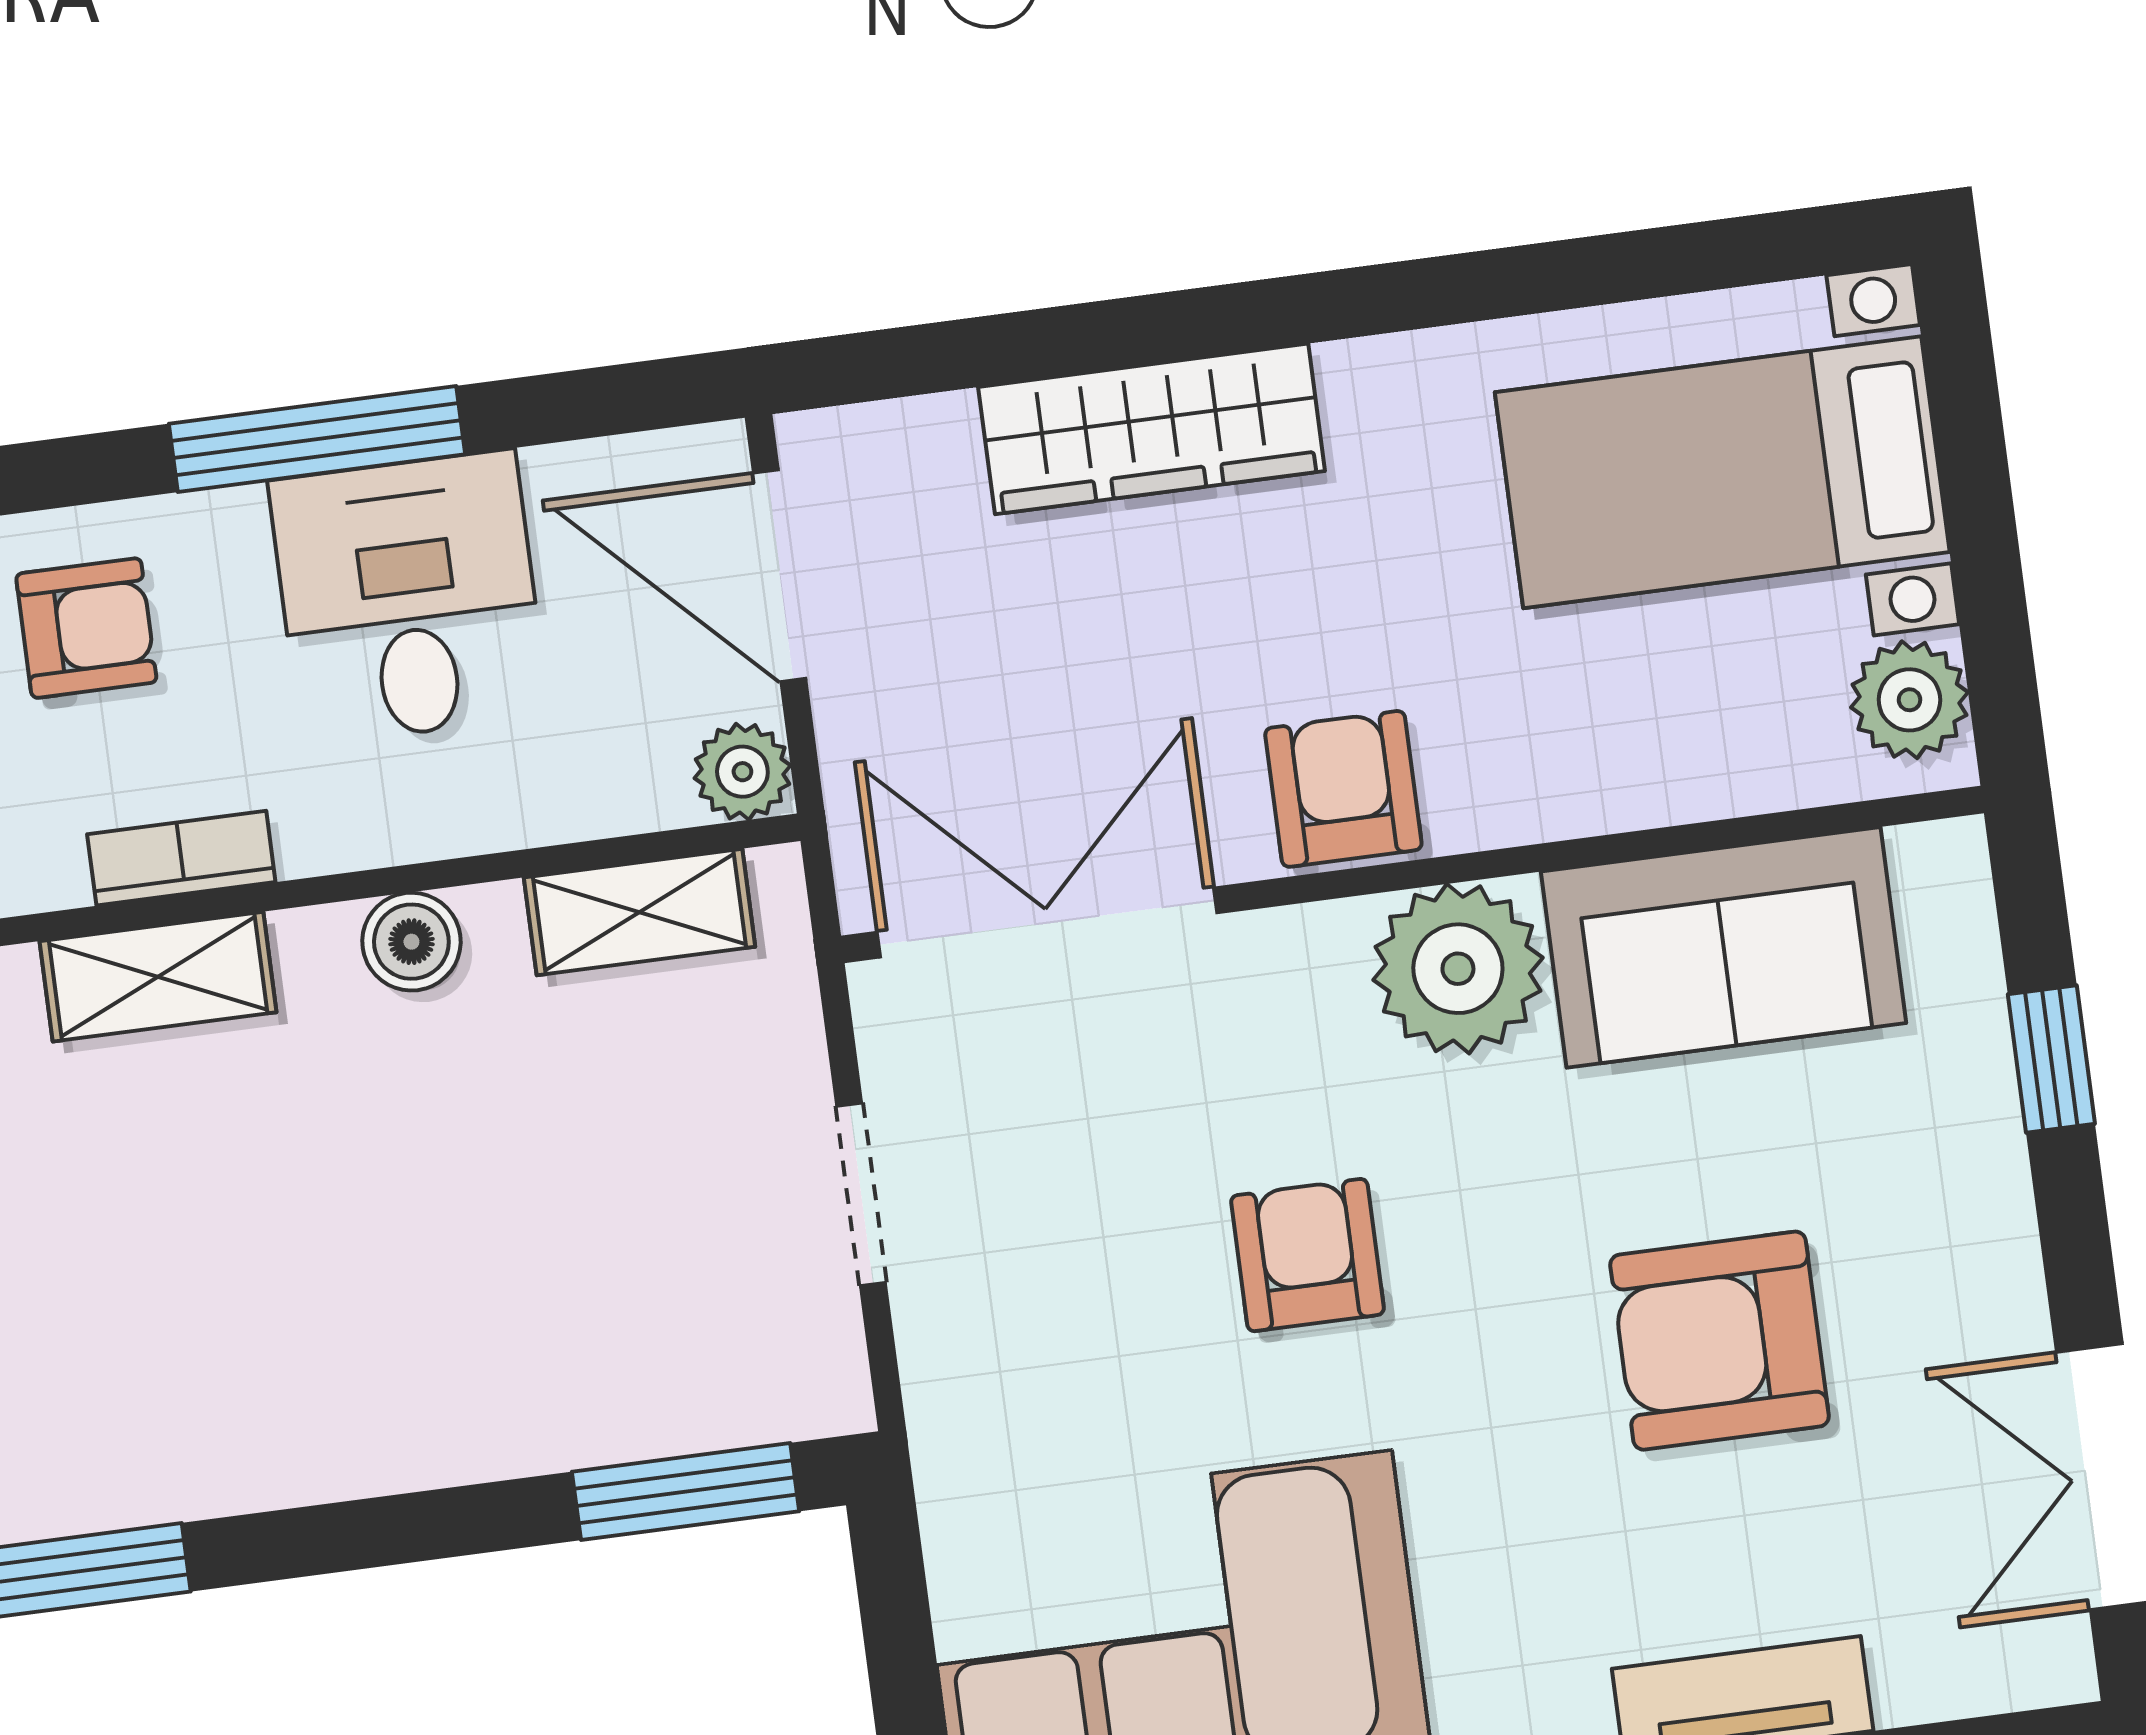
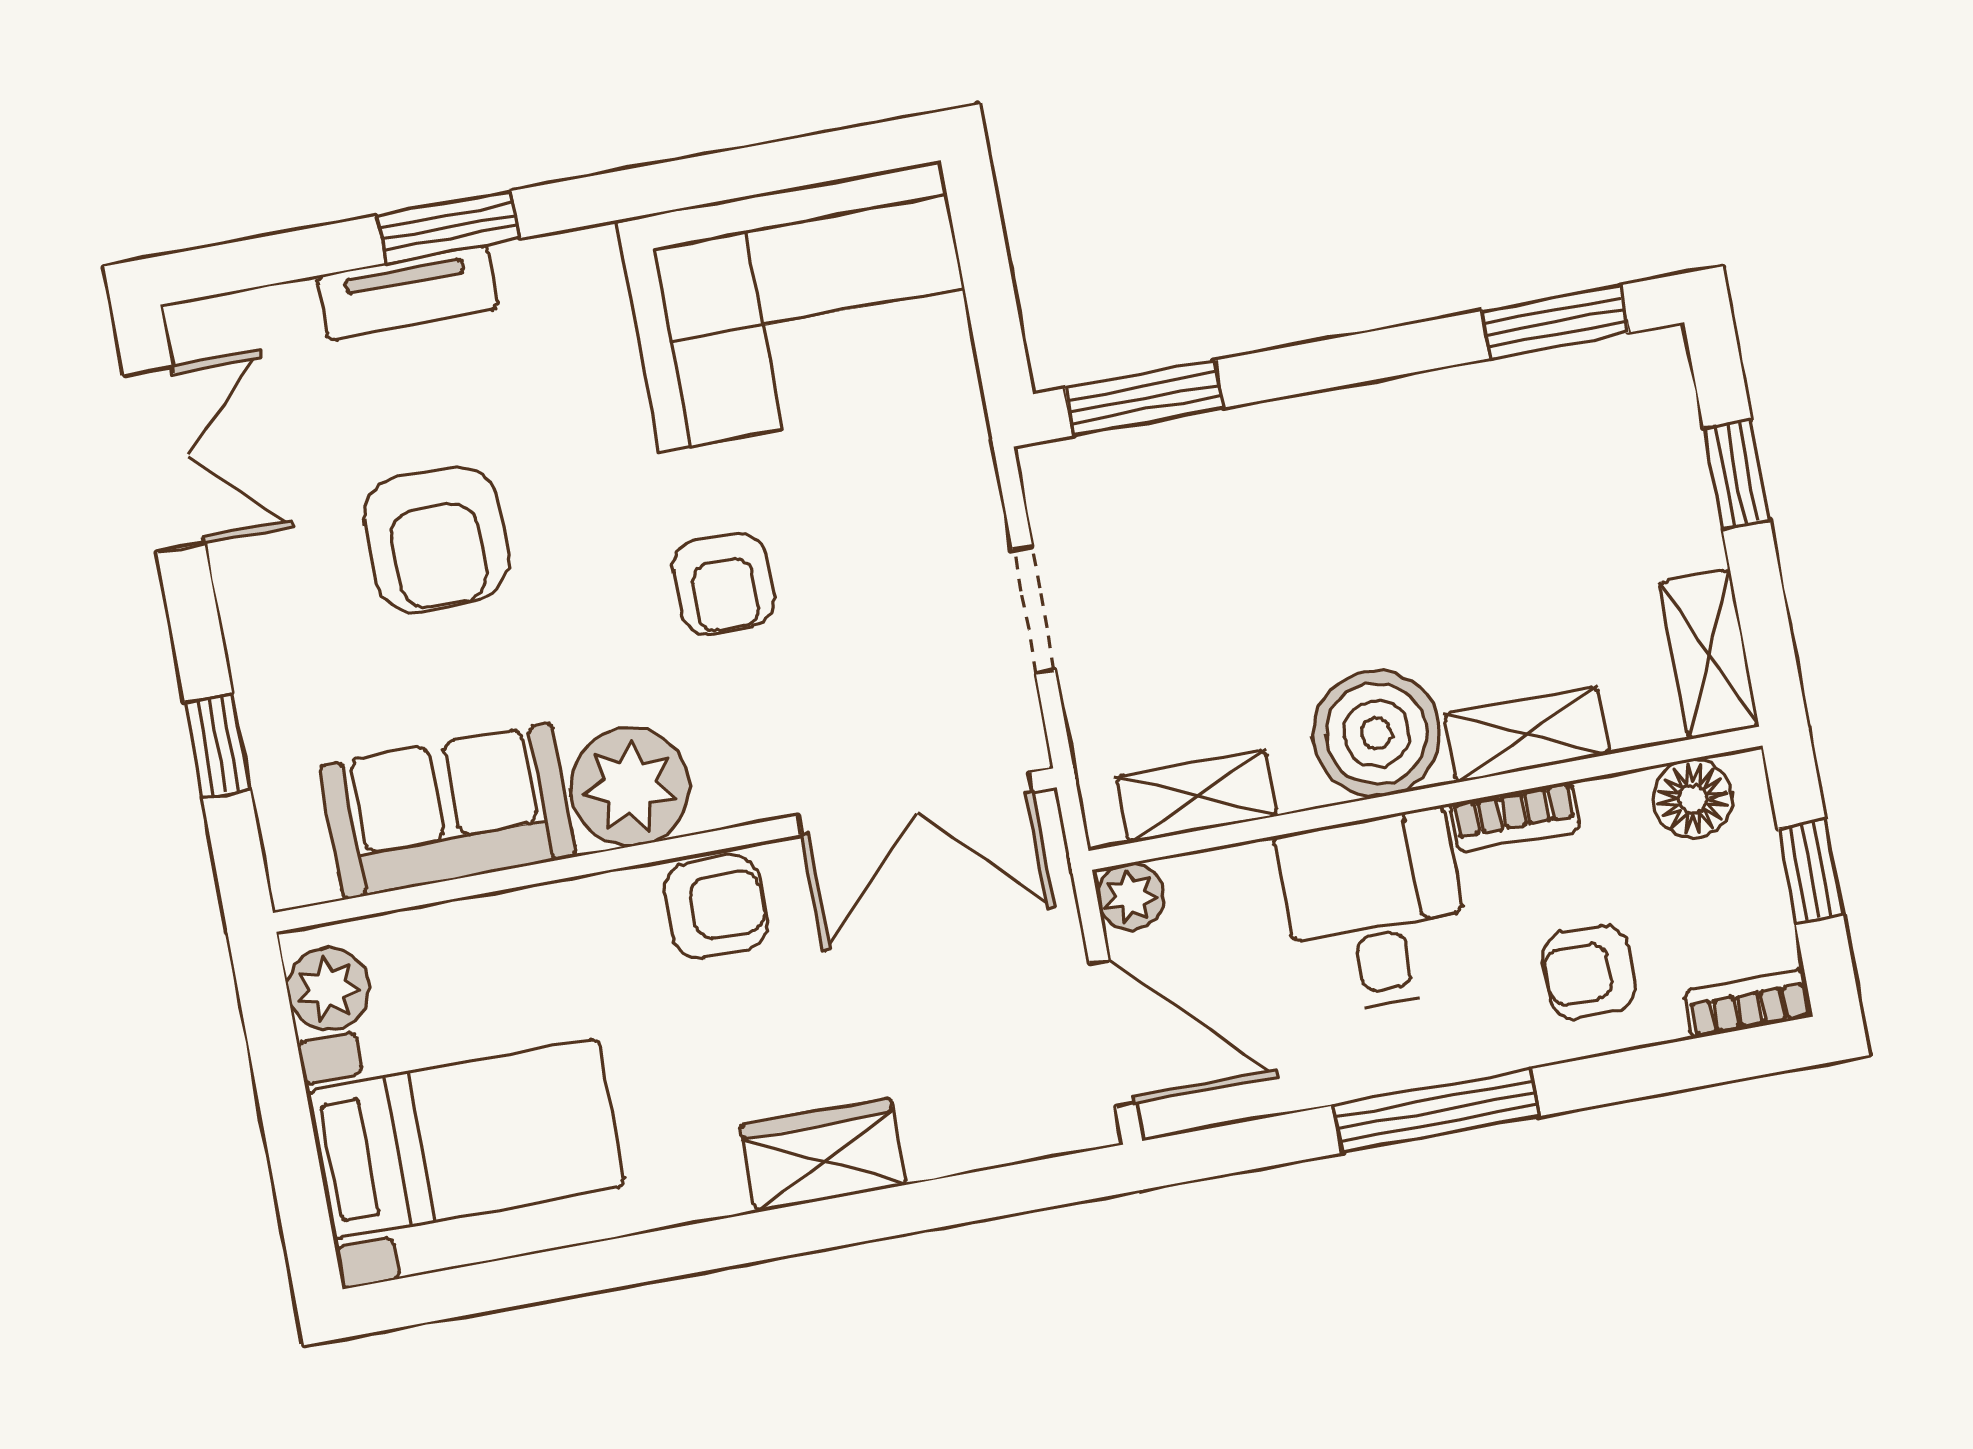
wardrobe: (1152, 429) -> (823, 1155), width x0.67
desk: (409, 598) -> (1375, 912), moved, turned 180
armchair: (1343, 789) -> (716, 907), turned -90
boiler: (411, 942) -> (1377, 733), width x1.86, depth x1.86
armchair: (1720, 1341) -> (436, 540), turned 90

